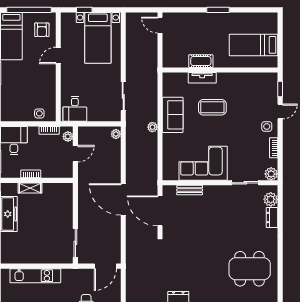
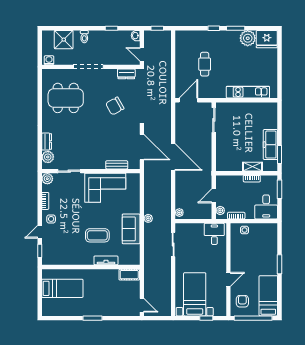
cot: (201, 61) -> (129, 275), moved
chair: (192, 259) -> (115, 106), added

